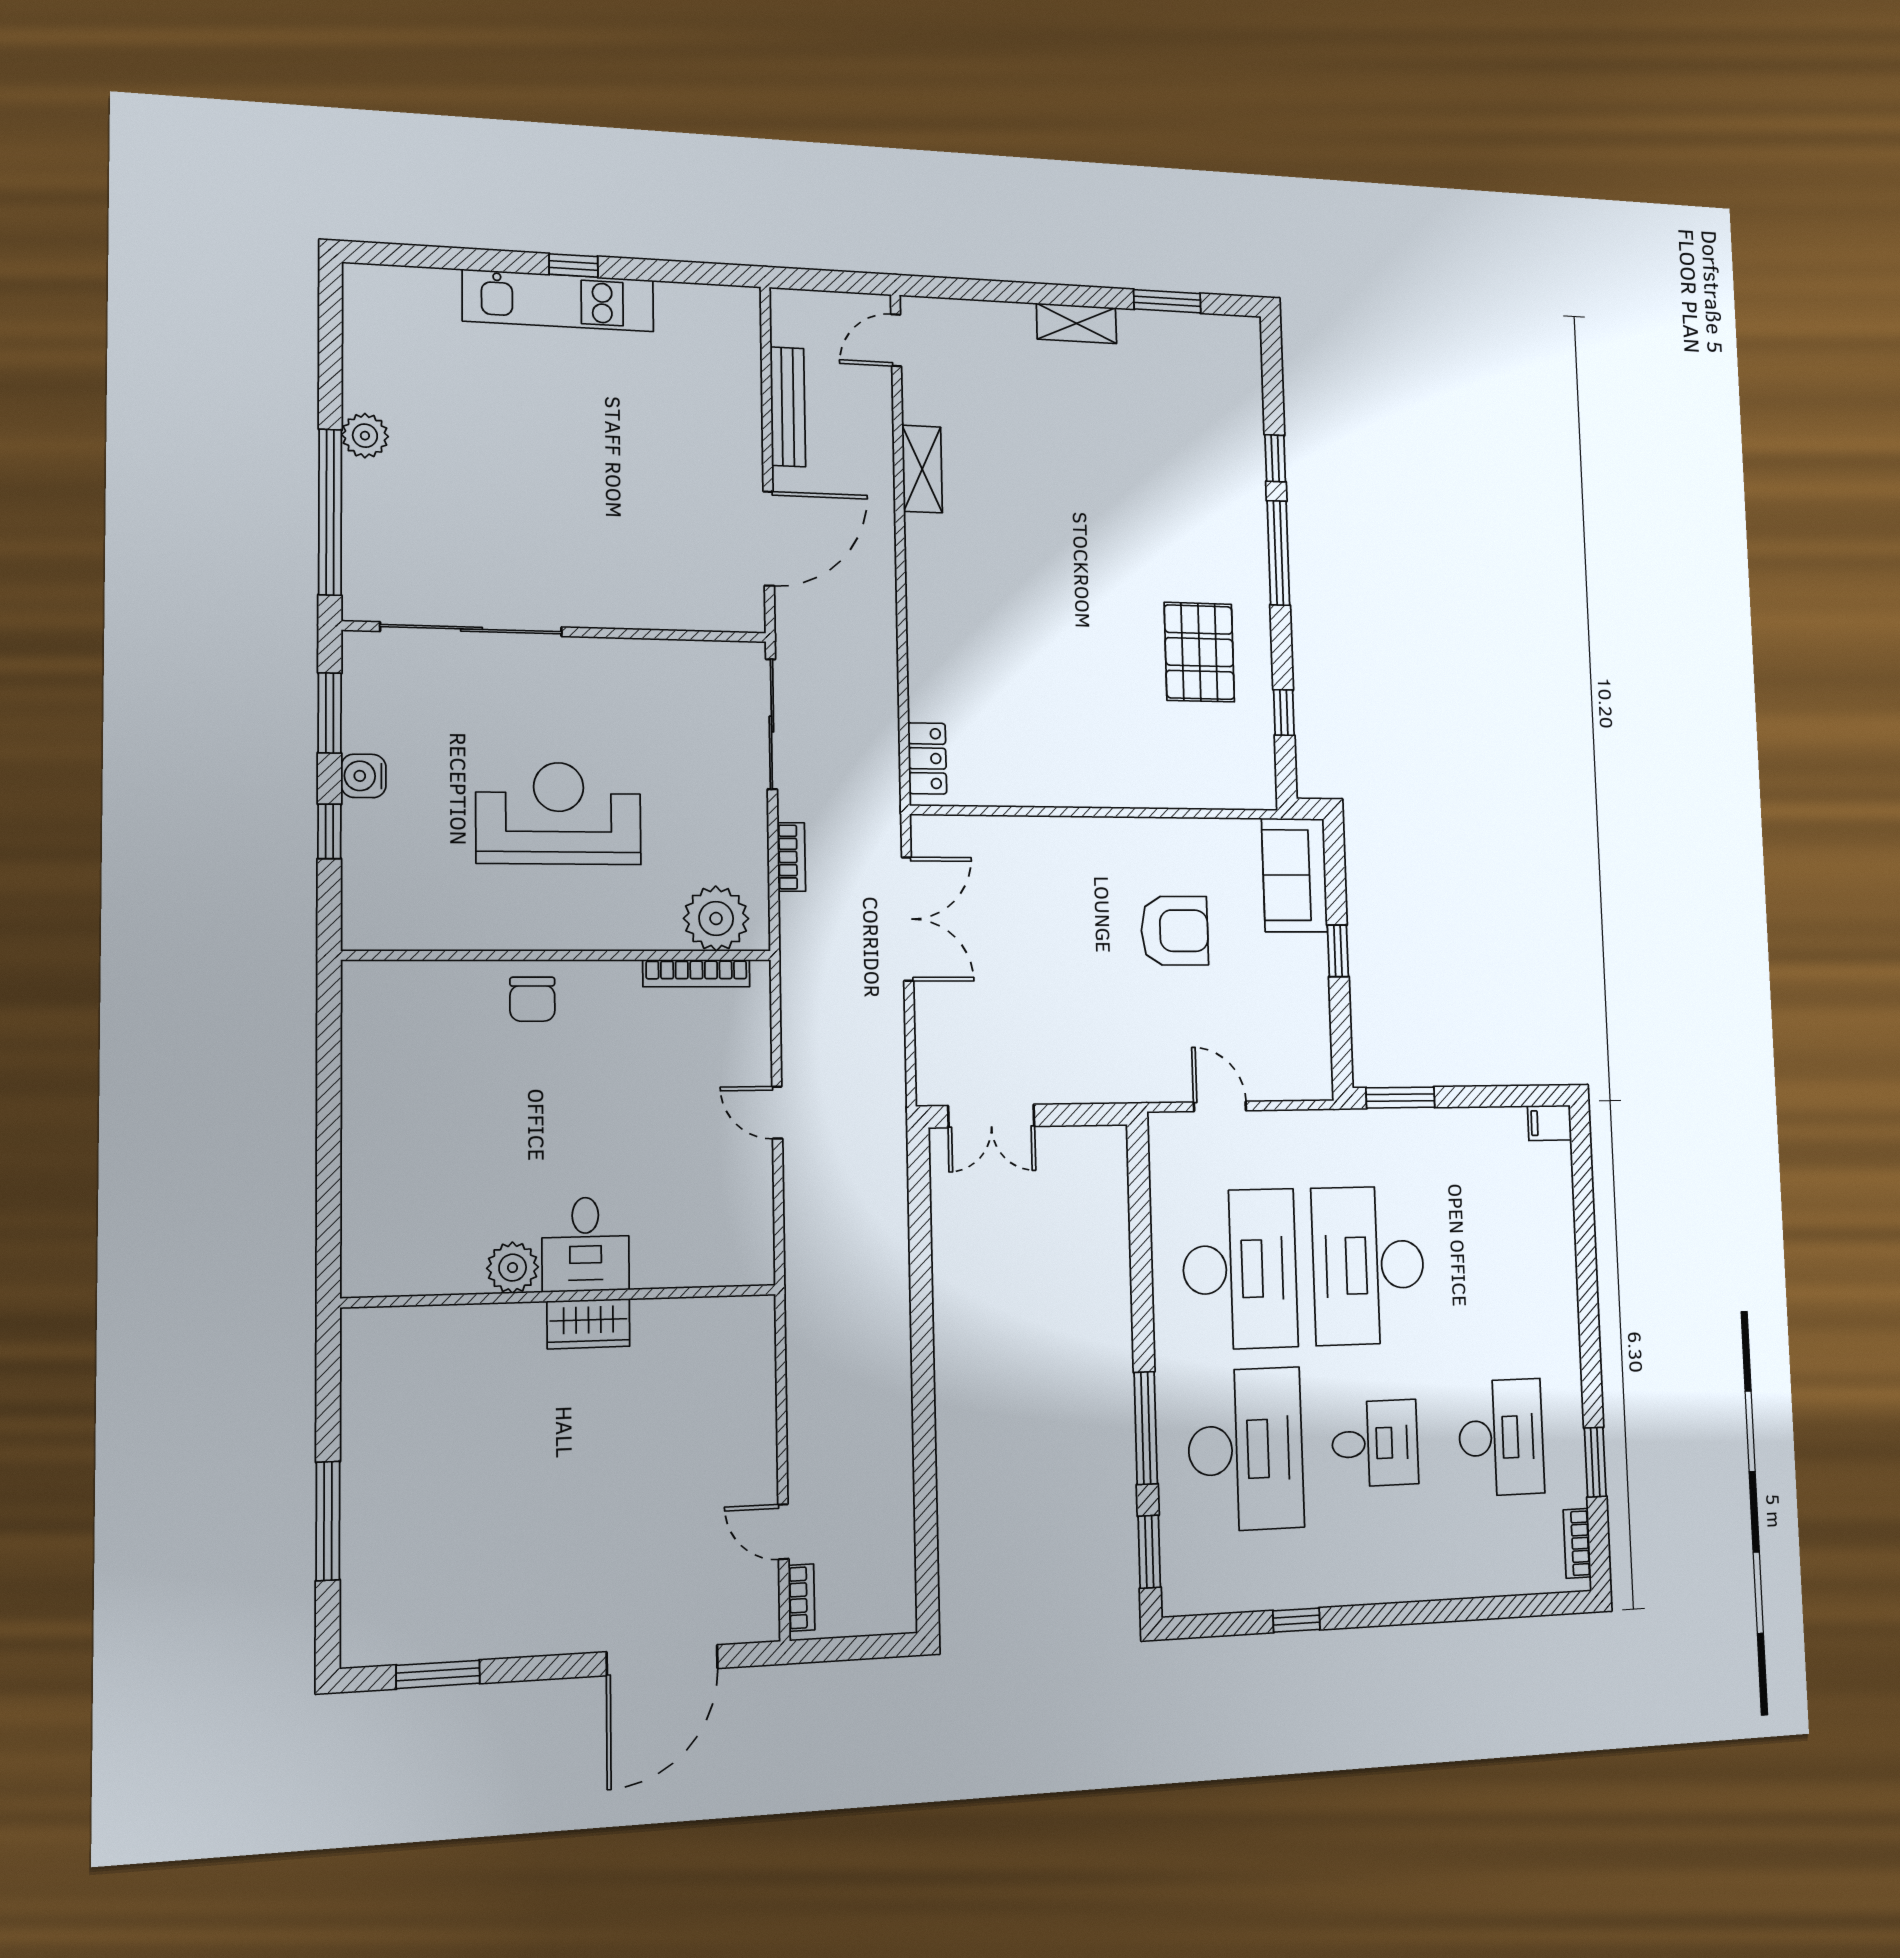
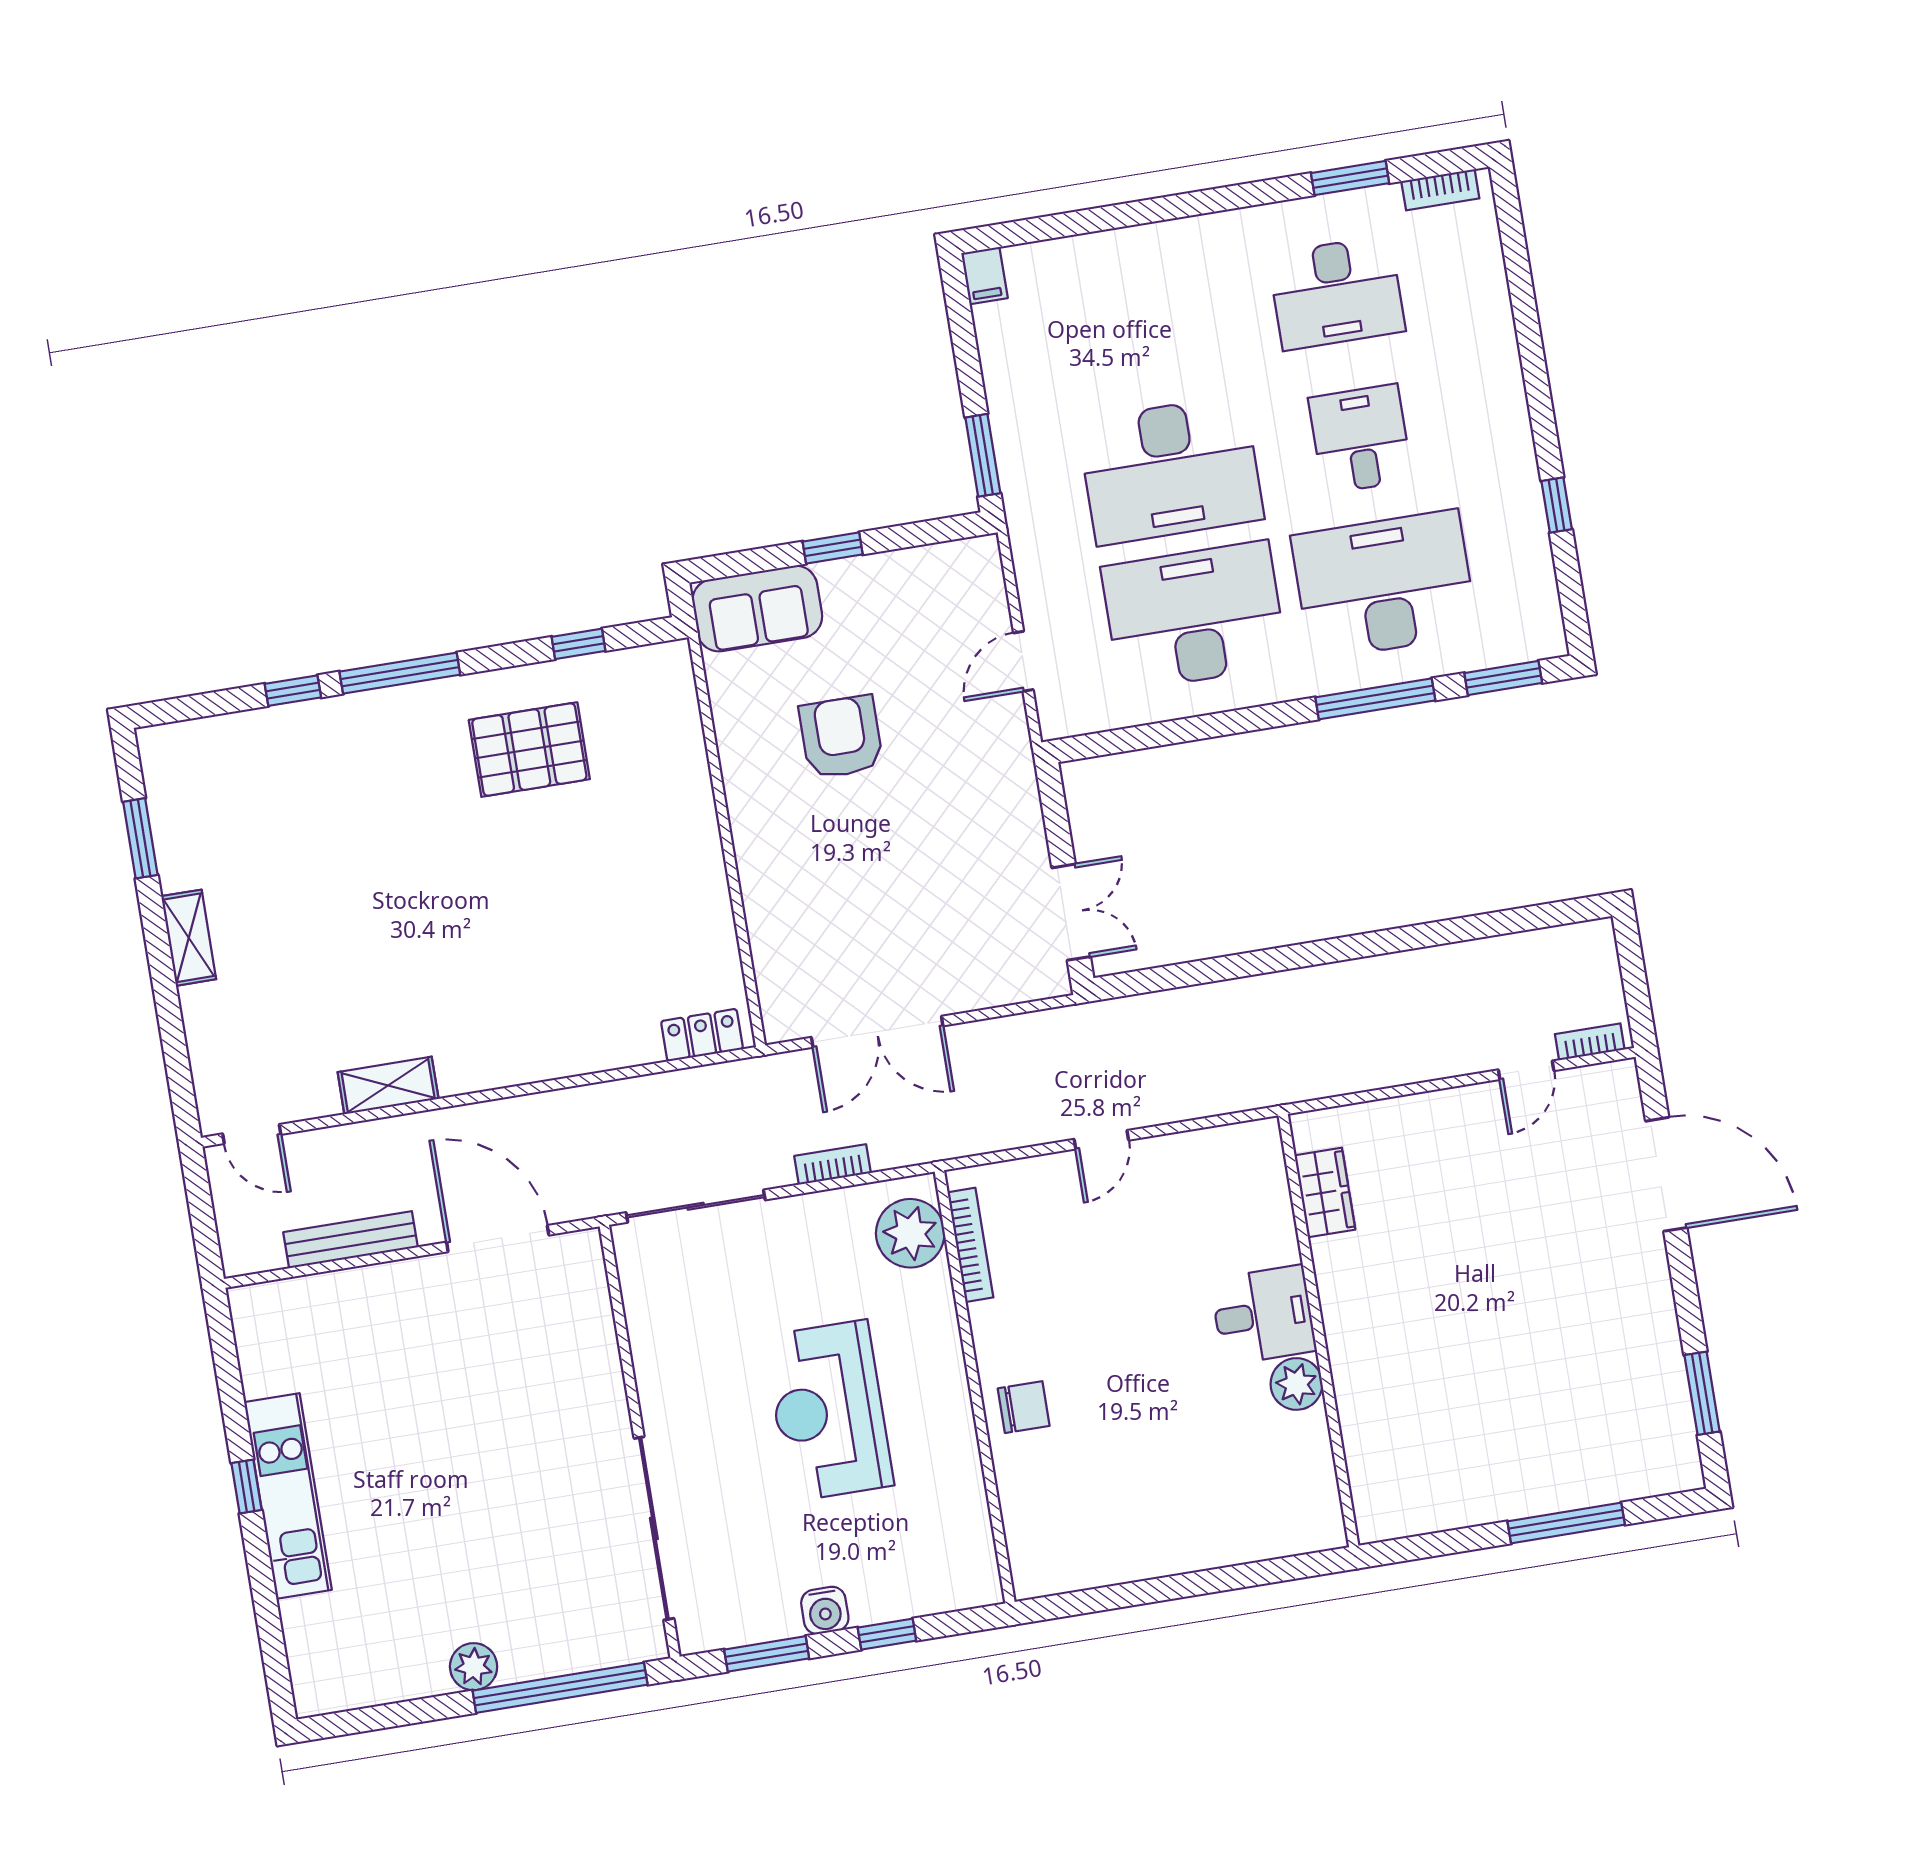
double door: (908, 919) -> (877, 1032), swing flipped
wardrobe: (588, 1324) -> (1325, 1193), moved
desk: (1501, 1437) -> (1337, 293), turned 180

